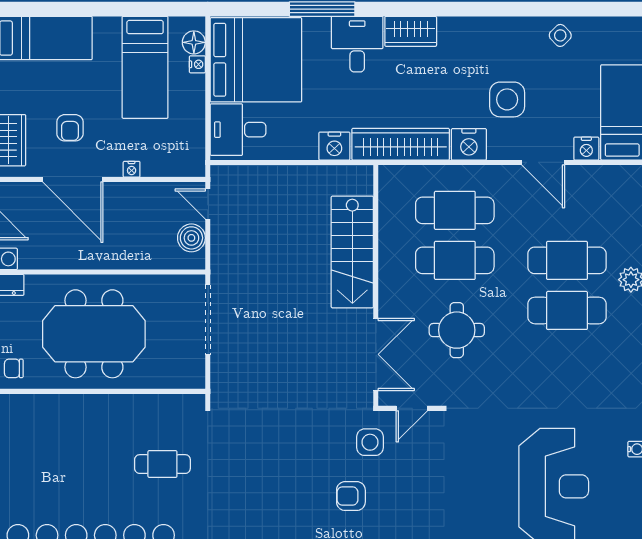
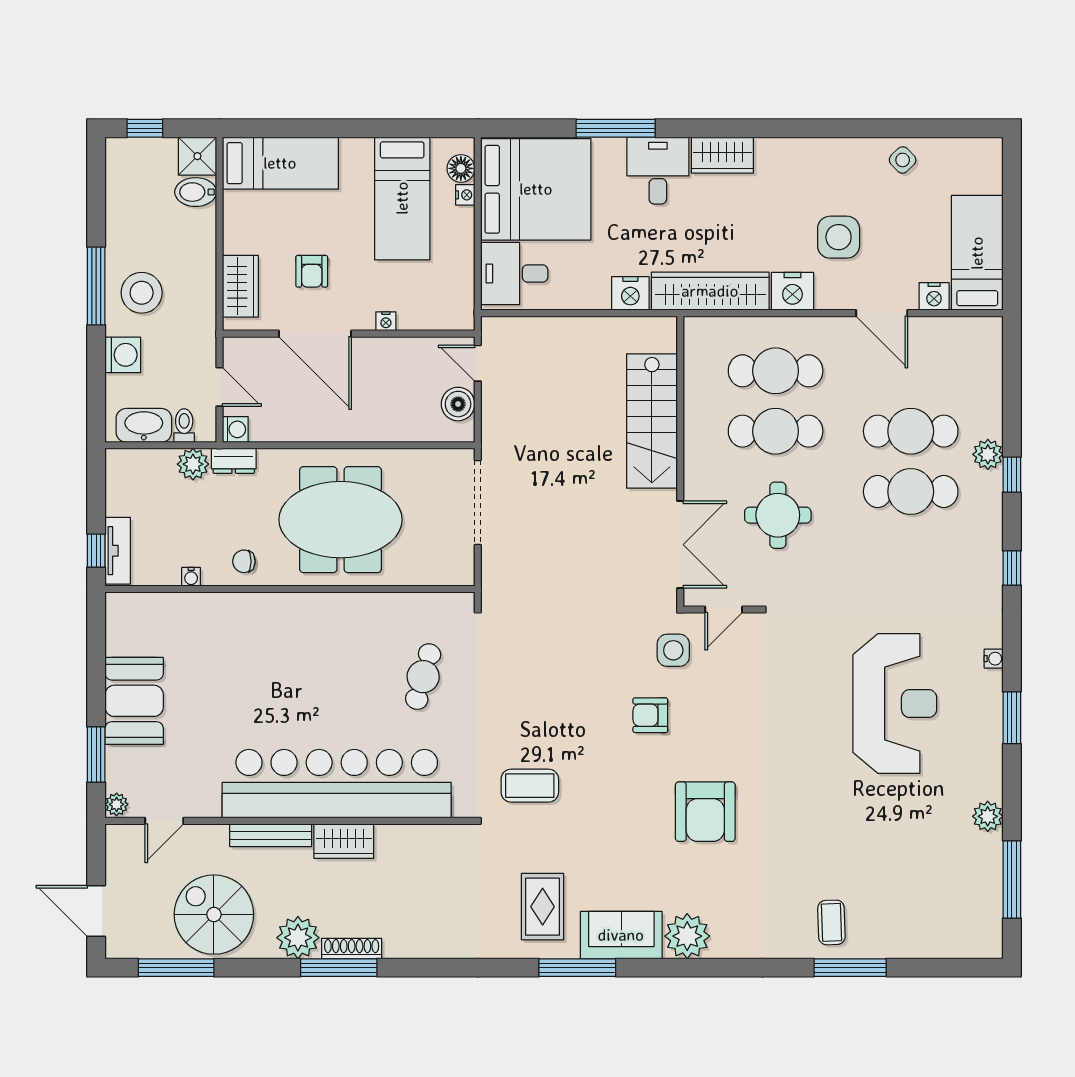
cafe table: (162, 464) -> (423, 677), turned -74

